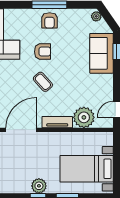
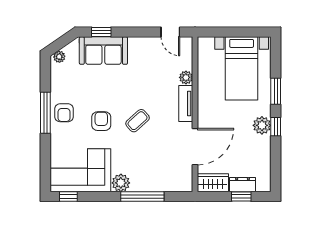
armchair: (50, 20) -> (64, 113), turned 90
plant: (84, 117) -> (186, 77), width x0.53, depth x0.53
door: (21, 130) -> (195, 147), swing flipped

